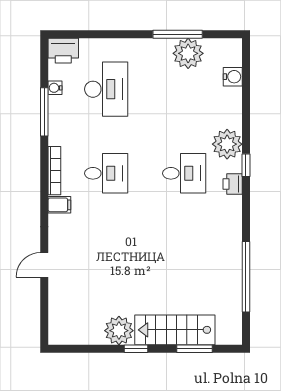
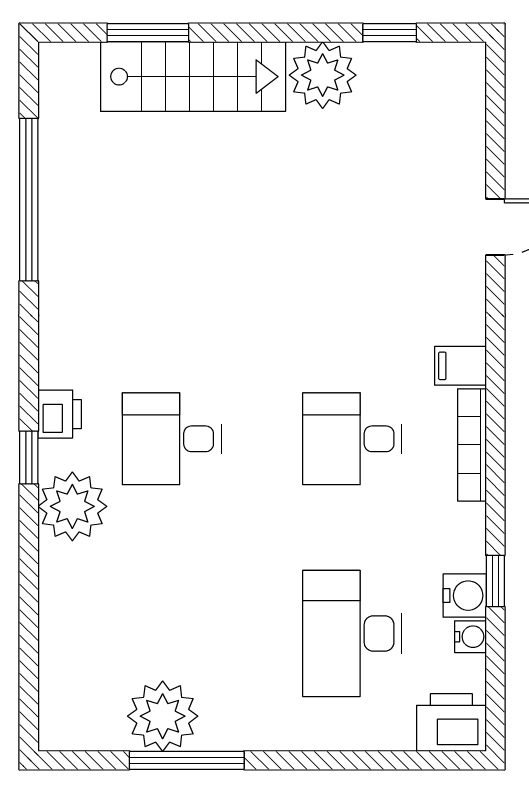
water cooler: (233, 77) -> (465, 596), moved, turned 180
window: (44, 112) -> (495, 581), width x0.46
window: (136, 349) -> (390, 33), moved

